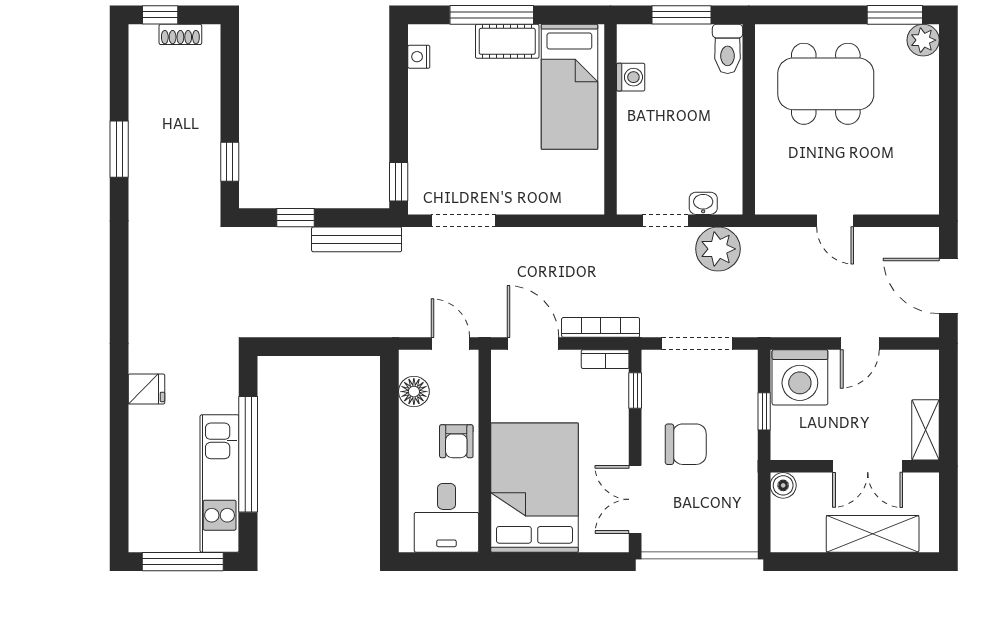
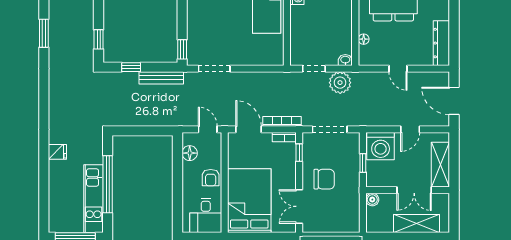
floor lamp: (766, 161) -> (364, 39), added
dresser: (923, 169) -> (441, 43), added
washbasin: (703, 203) -> (345, 60), moved
shelving: (926, 430) -> (440, 165), width x1.50, depth x1.33

